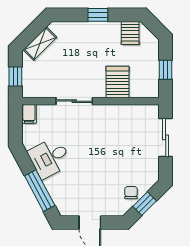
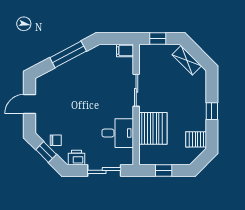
server rack: (118, 82) -> (153, 128), width x1.60
desk: (50, 158) -> (118, 133), moved, turned 118
printer: (151, 169) -> (77, 158), added
window: (40, 191) -> (68, 54), moved

